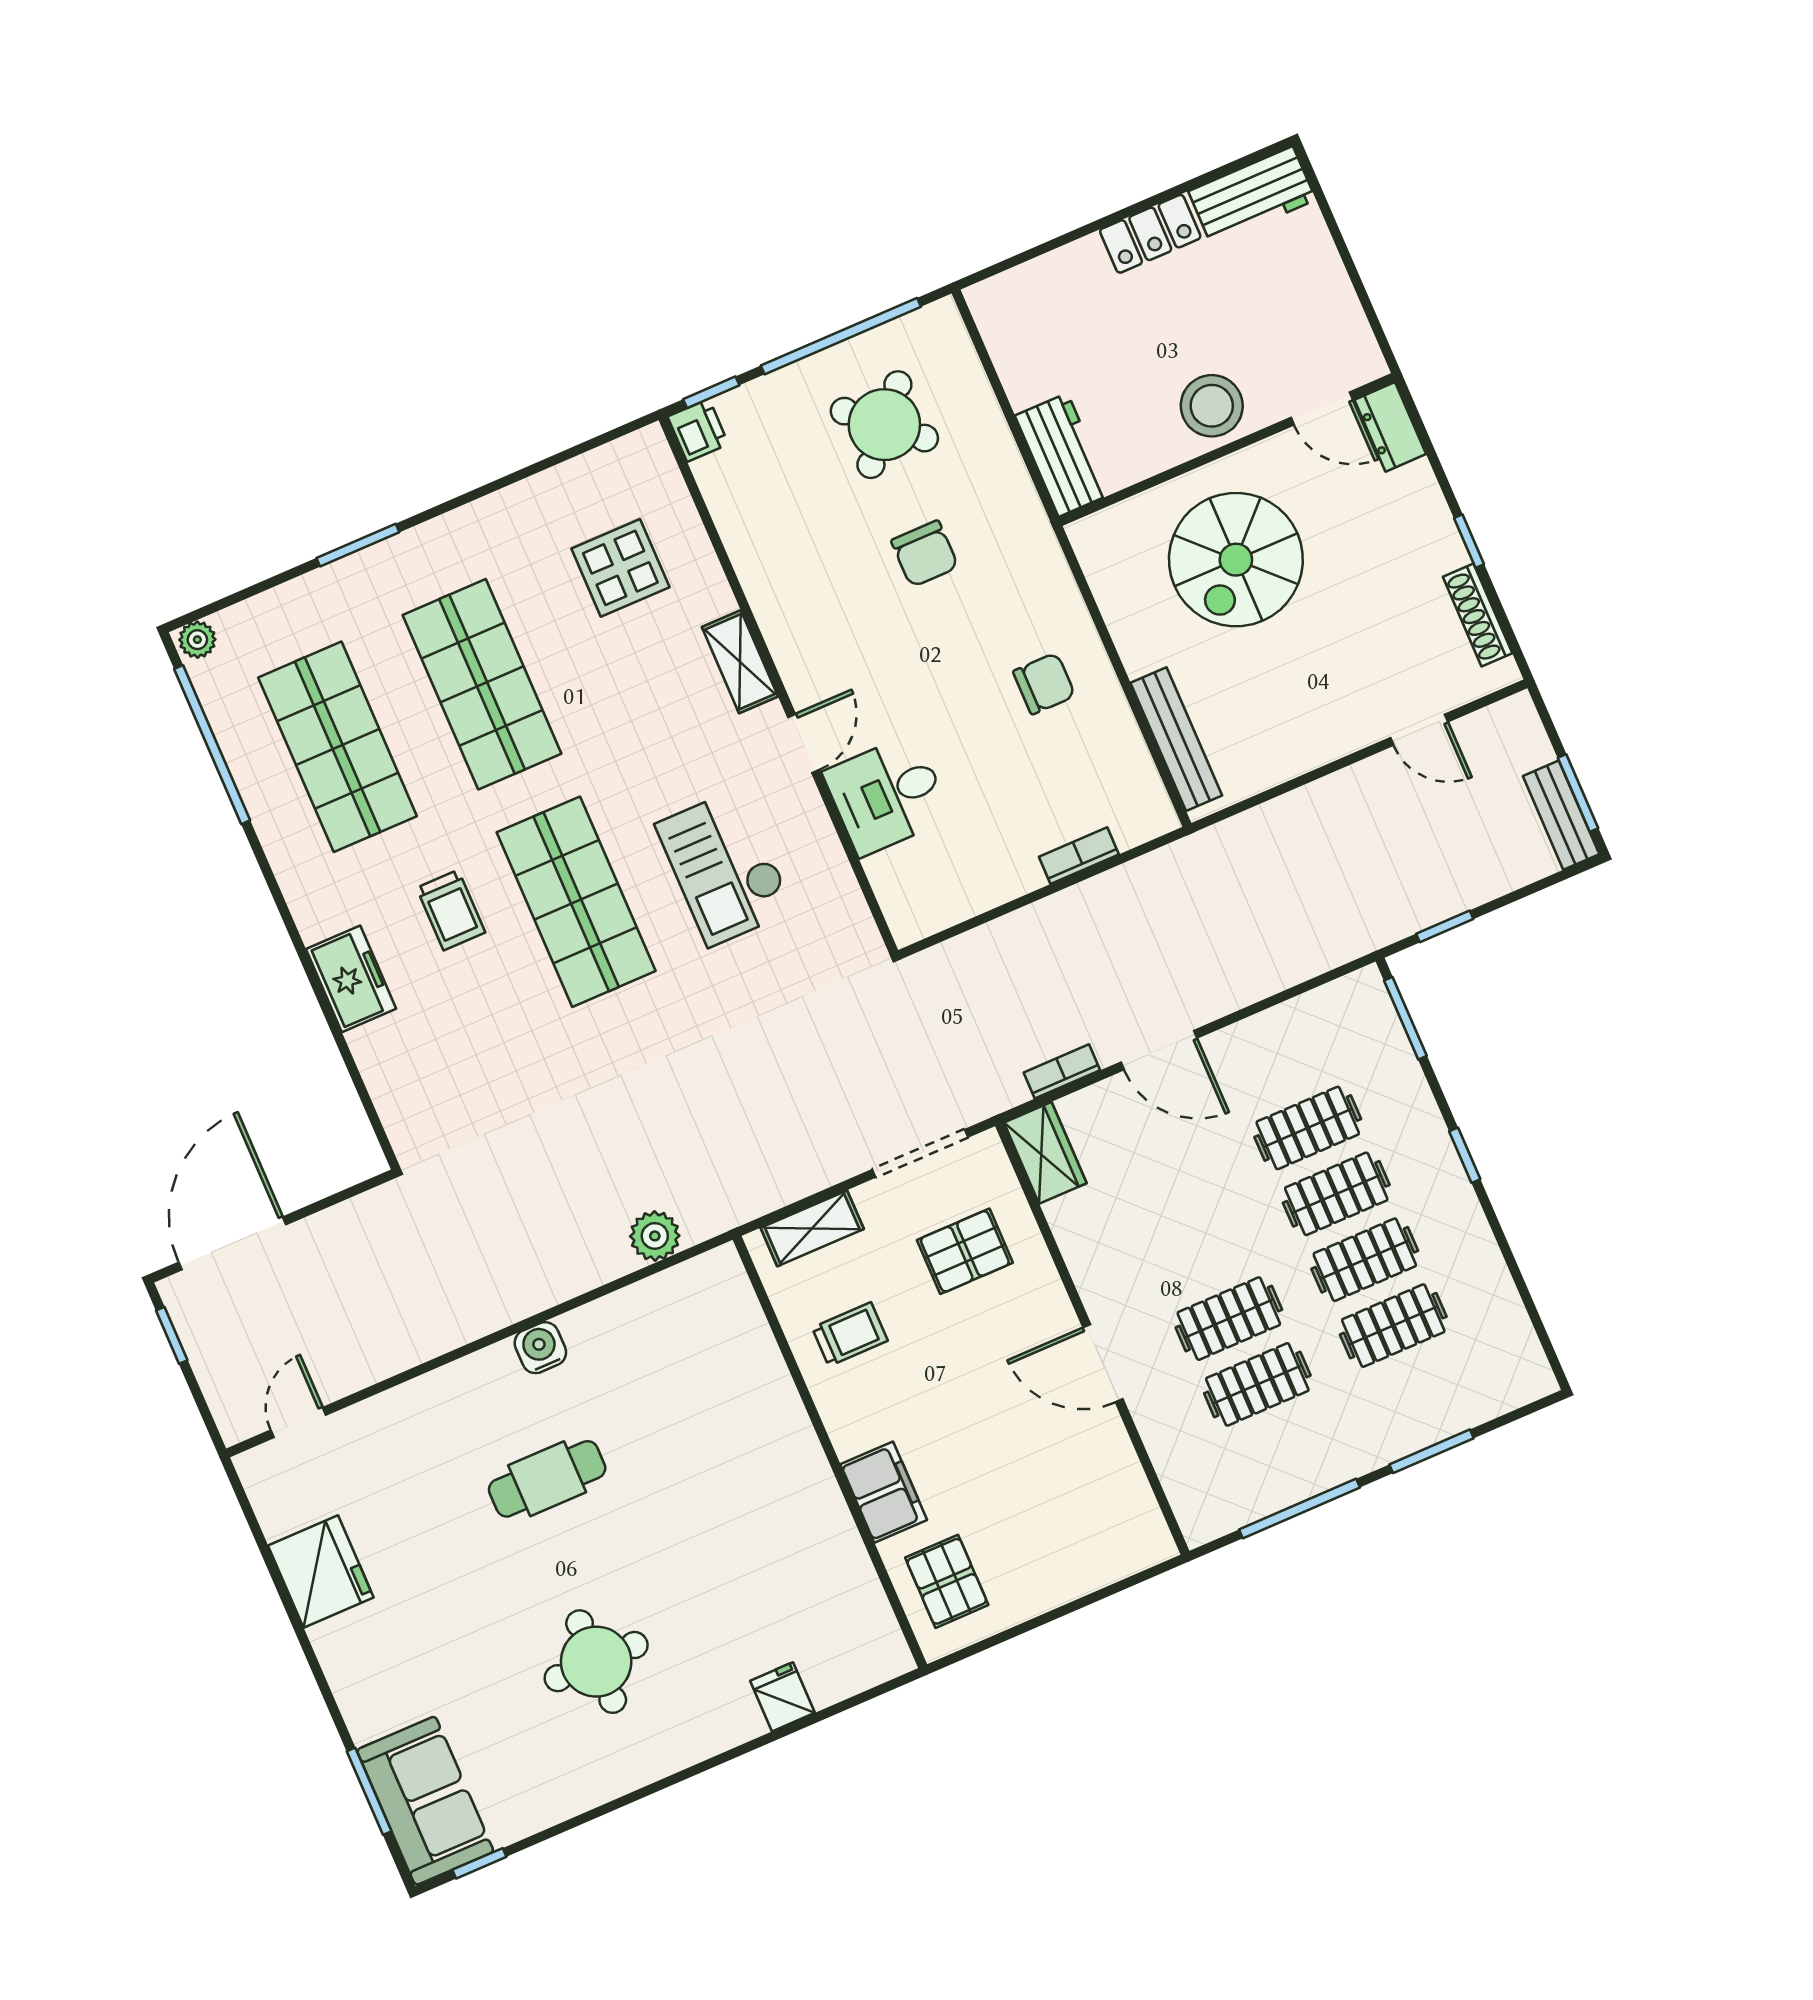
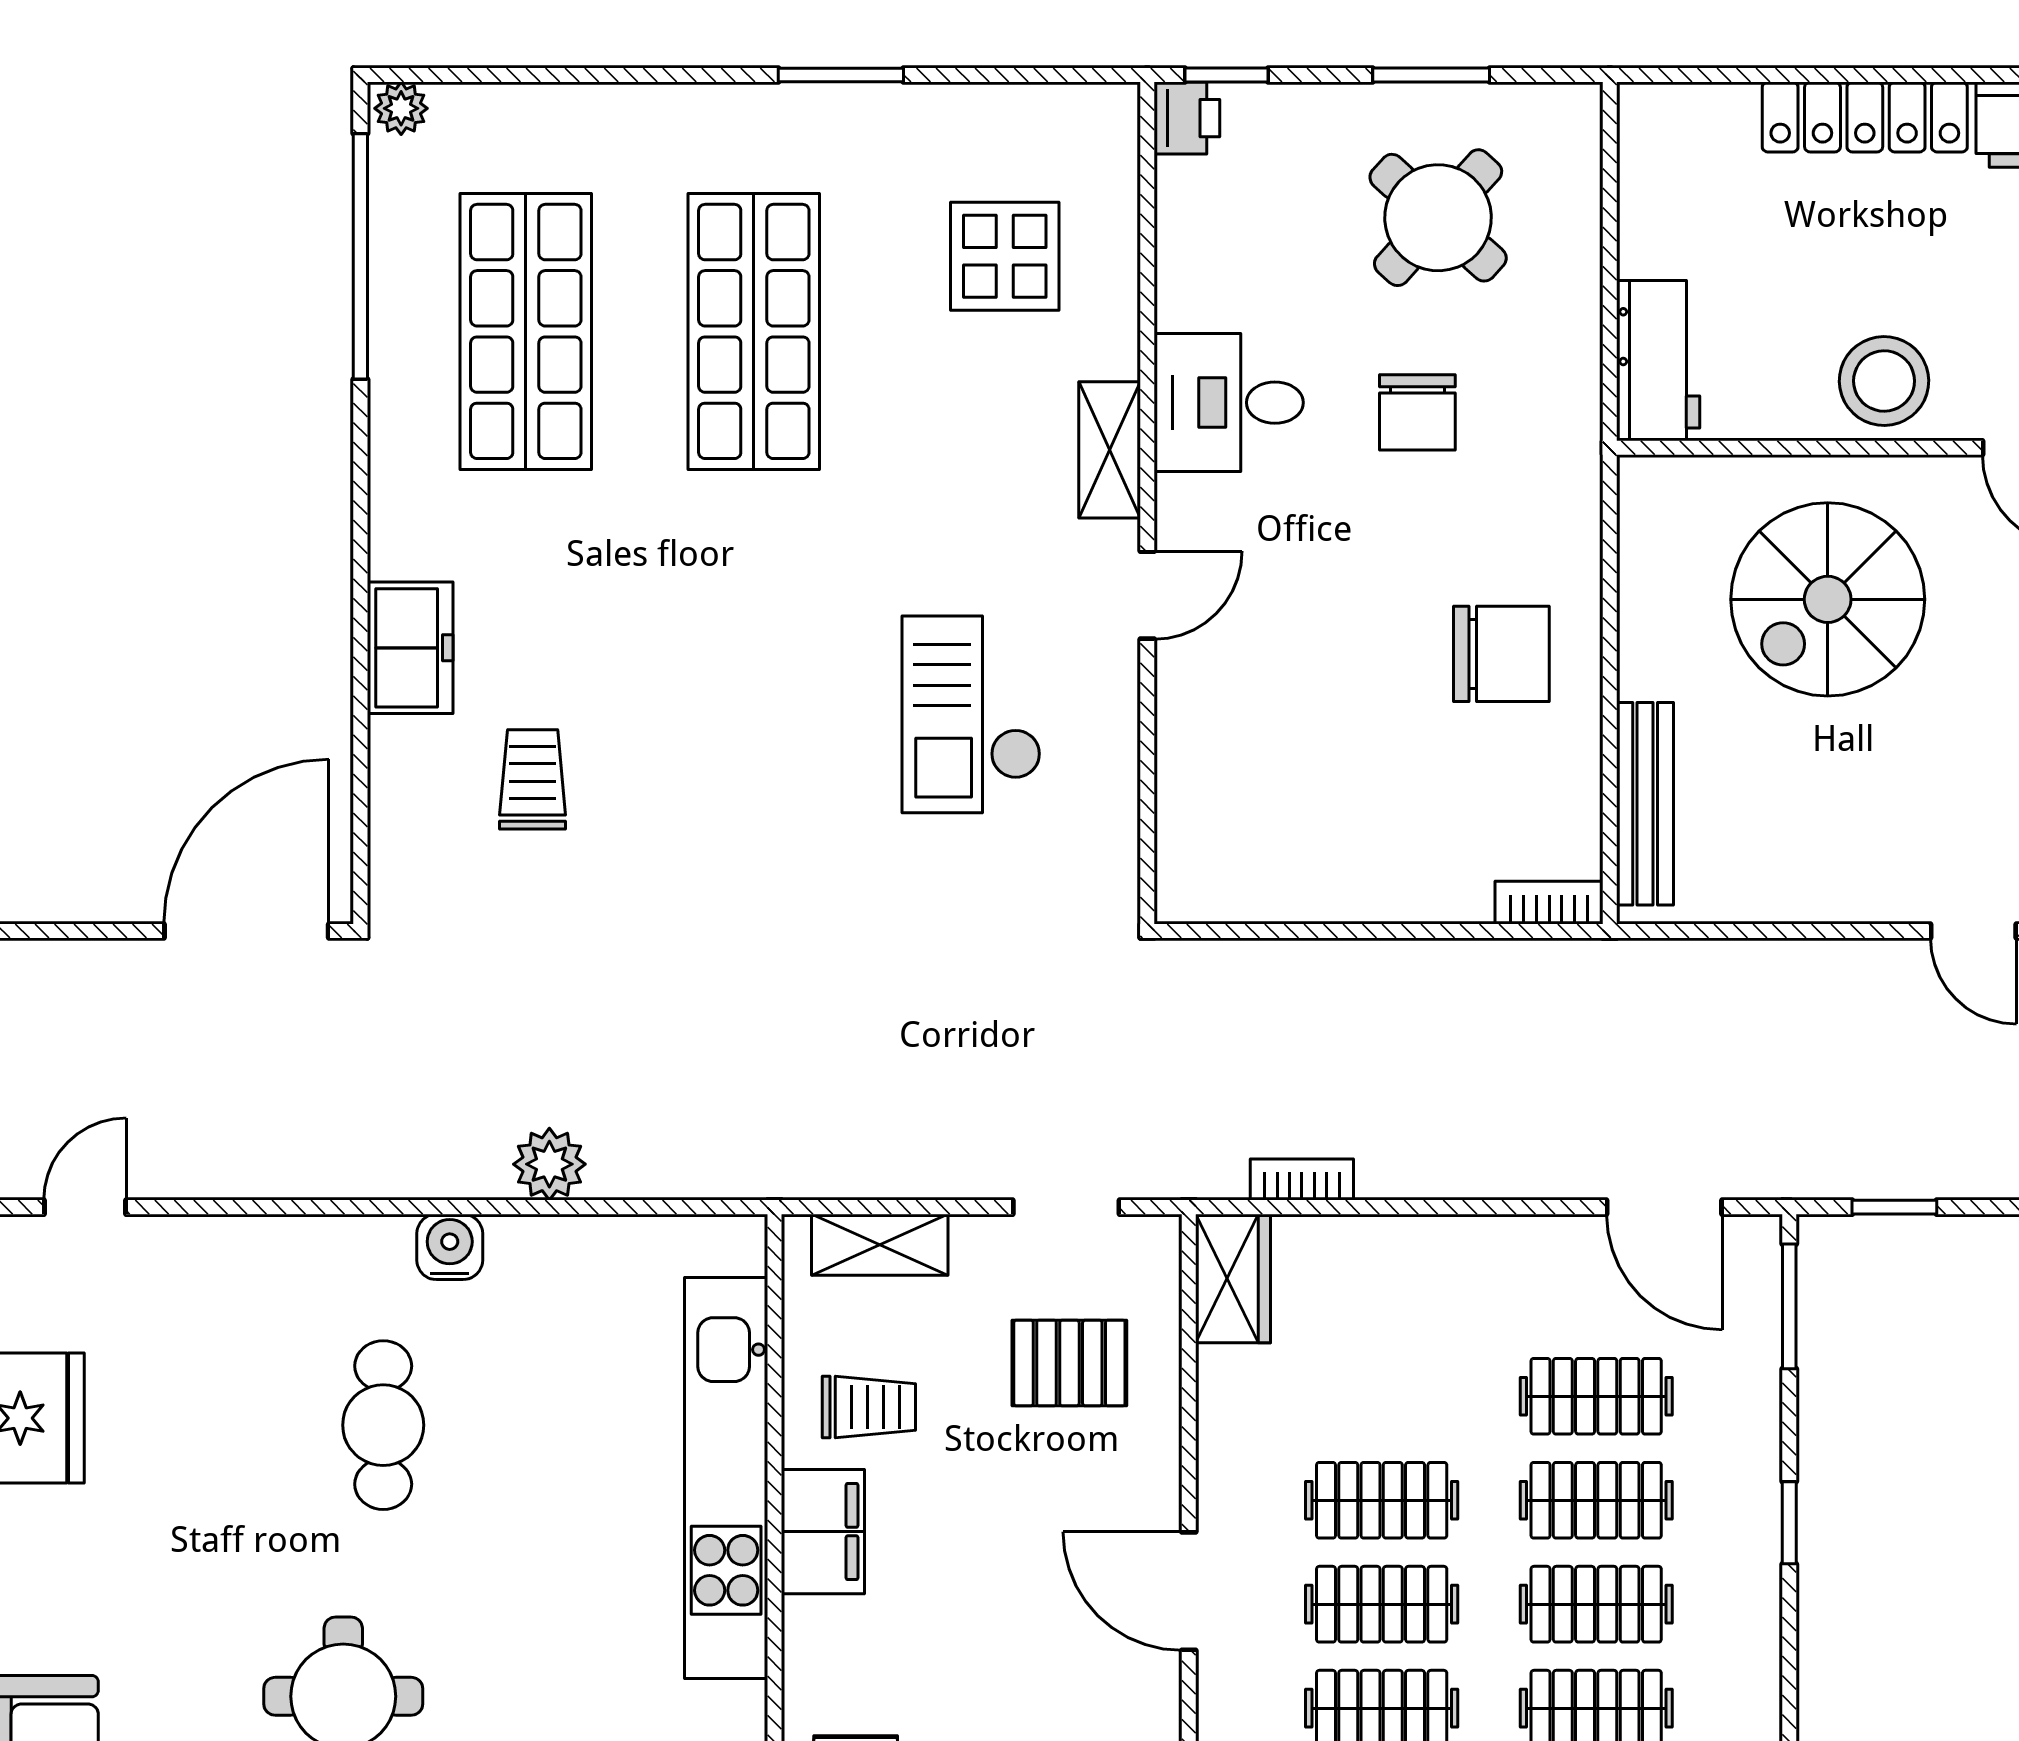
locker: (1150, 234) -> (1865, 117), width x1.53
window: (841, 336) -> (1431, 75), width x0.47
window: (358, 545) -> (841, 75), moved
chair: (1044, 684) -> (1501, 654), width x1.37, depth x1.37
desk: (887, 795) -> (1229, 403), moved
bookcase: (1079, 856) -> (1549, 903), moved
shop shelf: (576, 902) -> (754, 675), removed
trolley: (451, 910) -> (533, 779), moved, turned 180
door: (1159, 1050) -> (1664, 1207), moved
doorway: (920, 1153) -> (1066, 1207), width x0.73
plant: (655, 1236) -> (549, 1164), moved
door: (232, 1243) -> (246, 931), moved
clothes rail: (1200, 1253) -> (1382, 1500), added
kitchen unit: (779, 1418) -> (726, 1478), added
cafe table: (547, 1479) -> (383, 1425), turned 90
filing cabinet: (884, 1492) -> (823, 1532), moved

